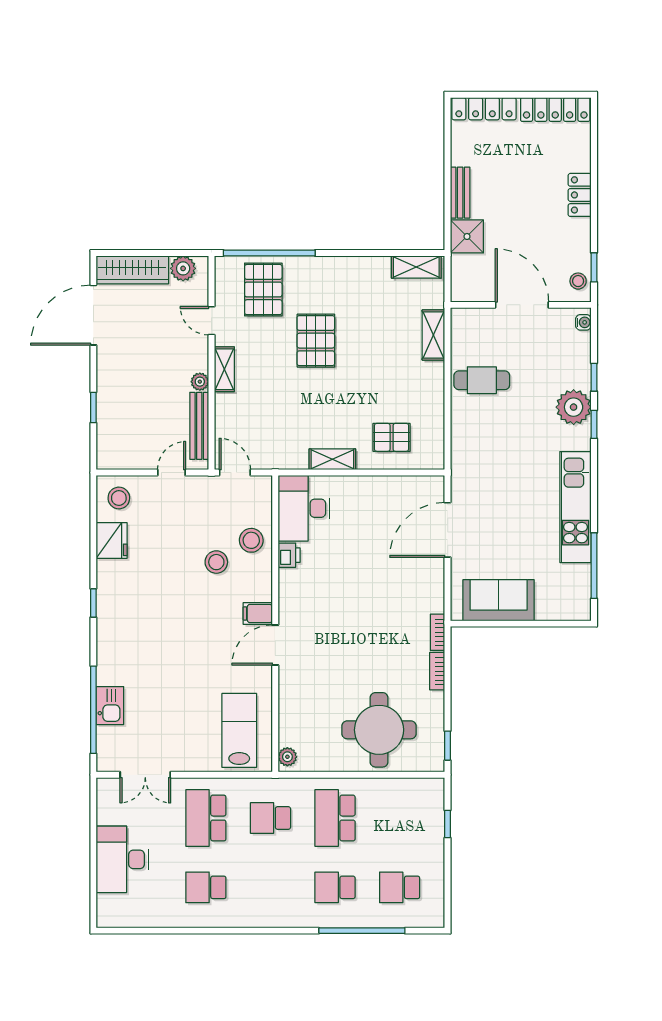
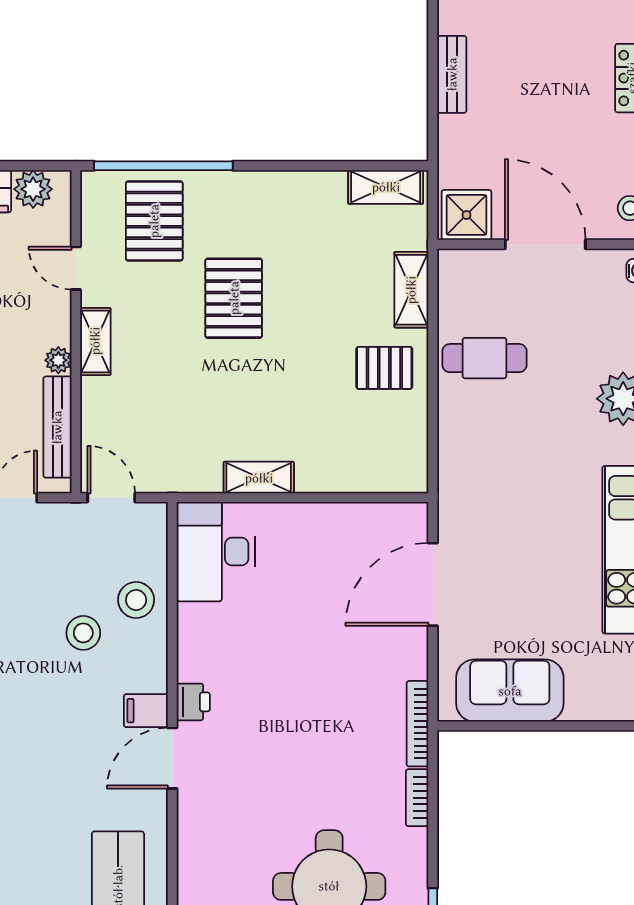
shower: (467, 236) -> (466, 215), moved
pallet: (392, 437) -> (384, 368), moved
printer: (289, 555) -> (193, 702), moved
bookcase: (438, 632) -> (418, 724), width x1.56

